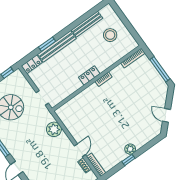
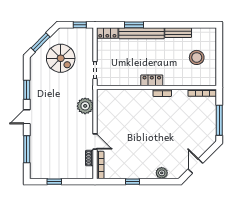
bench: (87, 24) -> (178, 33), width x0.73
plant: (130, 149) -> (162, 173), moved
door: (80, 150) -> (95, 142), hinge flipped

